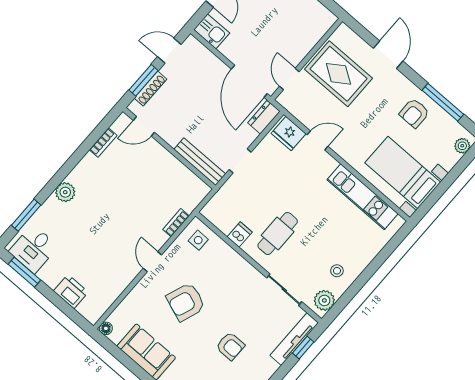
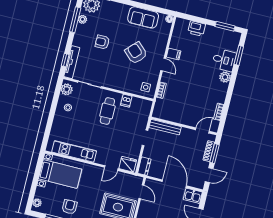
door: (249, 81) -> (174, 184), moved
desk: (34, 249) -> (224, 60), moved, turned 90
filing cabinet: (128, 270) -> (174, 54), added
armchair: (186, 302) -> (136, 53), turned -66

